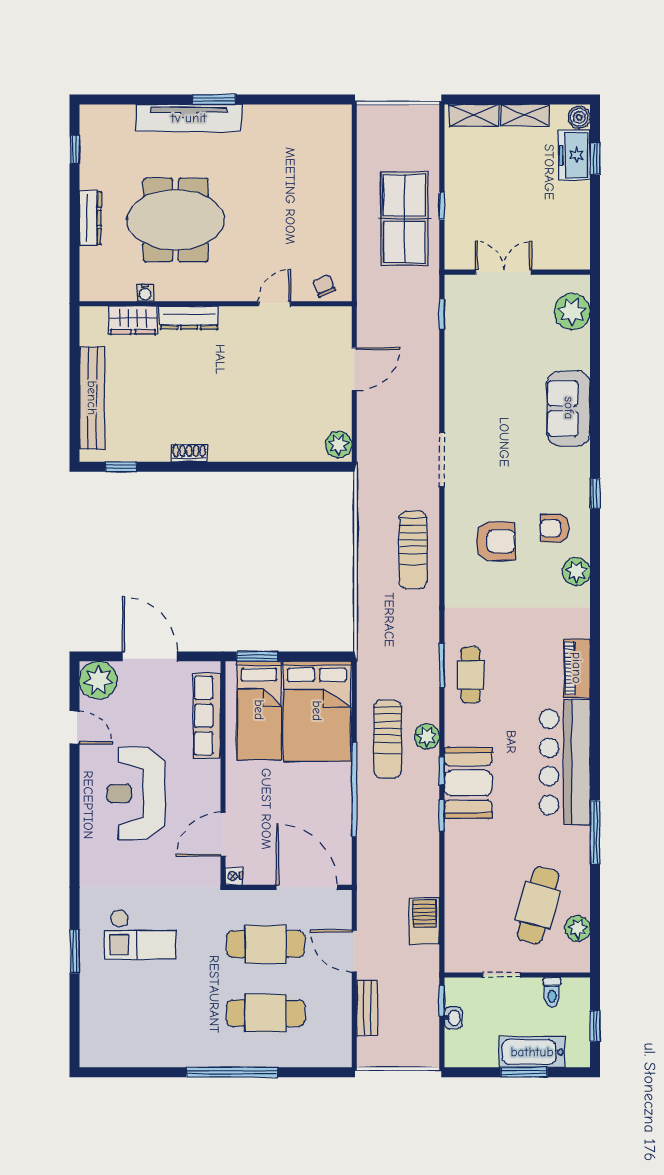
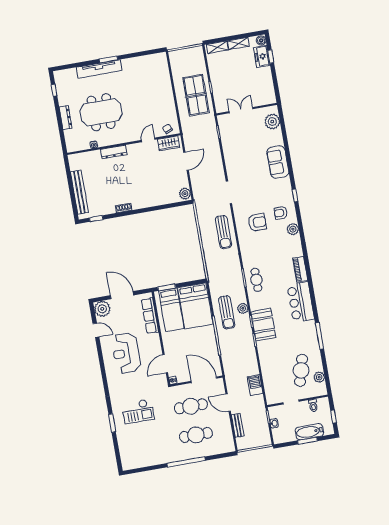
wardrobe: (133, 320) -> (169, 143), moved
bar counter: (565, 762) -> (301, 302), width x0.73

